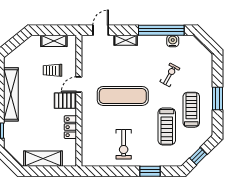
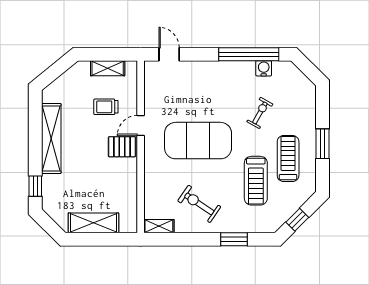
door: (101, 30) -> (169, 54), hinge flipped
shelving: (126, 40) -> (159, 226), moved
exercise mat: (123, 96) -> (198, 141), width x1.47
locker: (70, 127) -> (129, 181), removed
exercise bike: (124, 144) -> (199, 204), turned 124

